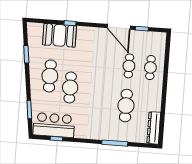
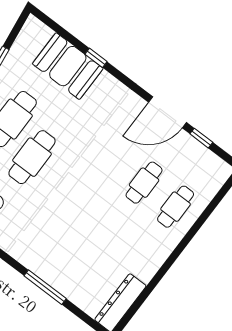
door: (119, 27) -> (167, 112), hinge flipped
cafe table: (126, 106) -> (100, 241), removed

